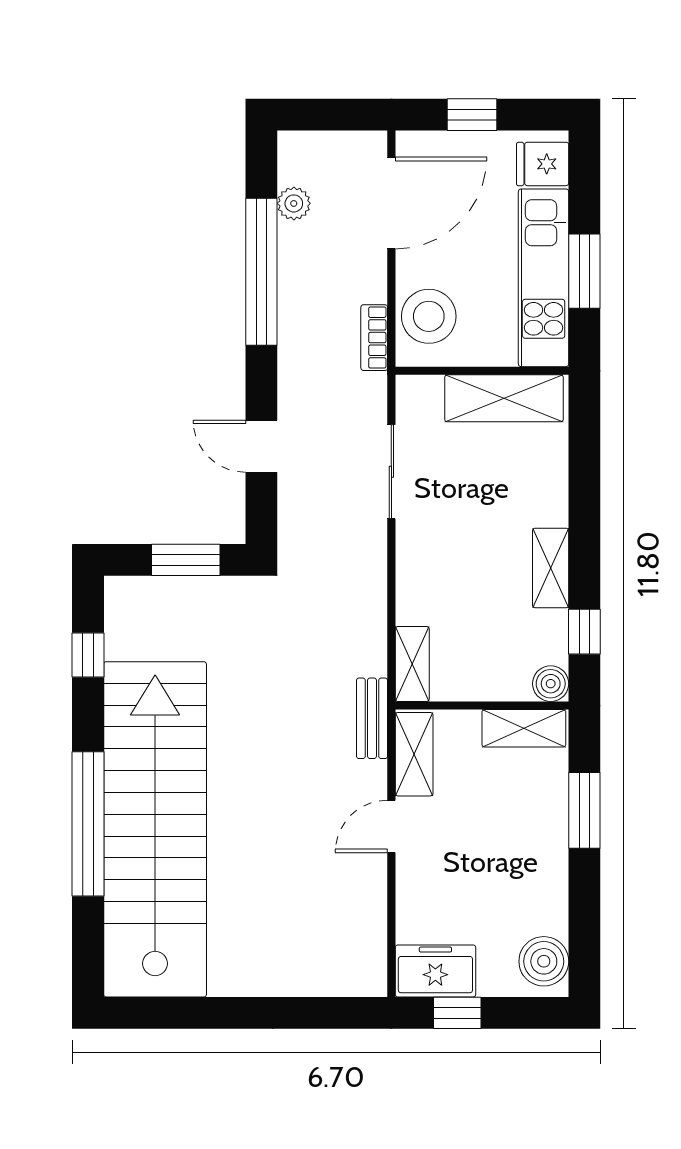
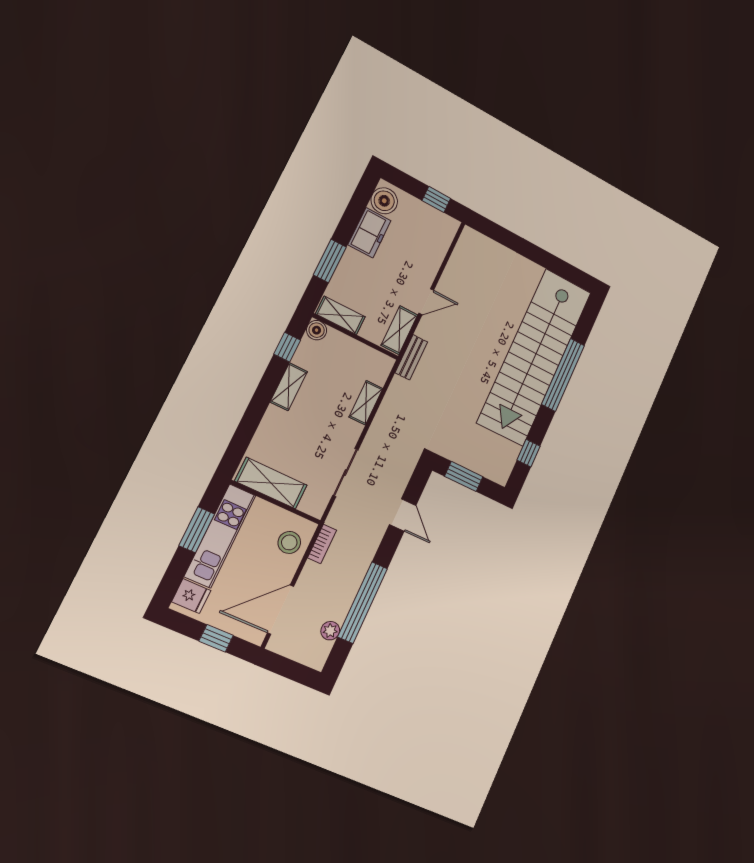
stool: (429, 316) -> (289, 542), width x0.73, depth x0.73
shelving: (412, 664) -> (366, 403), moved
freezer: (435, 971) -> (369, 233), moved, turned -90

